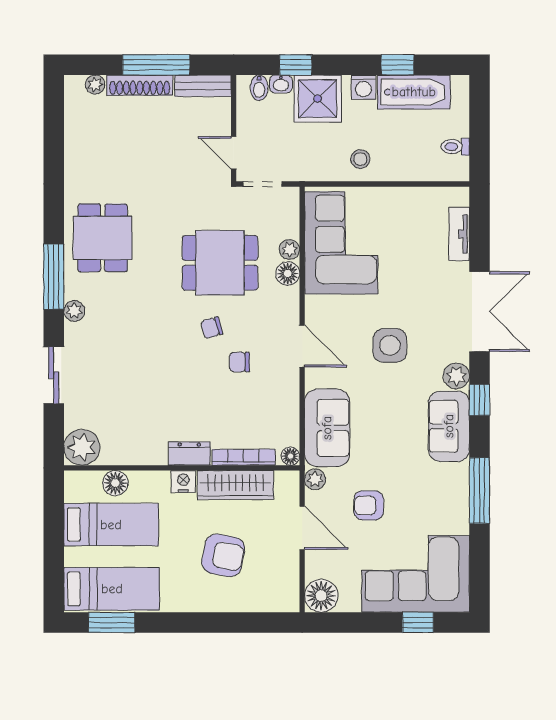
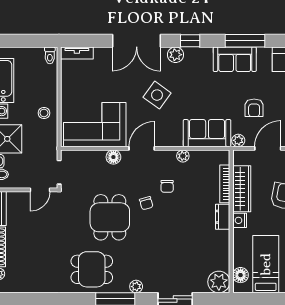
toilet: (455, 147) -> (50, 55), moved
tv unit: (459, 234) -> (77, 53), moved
plant: (289, 250) -> (183, 156), moved
dining table: (220, 263) -> (110, 217), moved
double door: (479, 312) -> (137, 41), swing flipped
side table: (390, 345) -> (157, 95), turned 36
door: (302, 346) -> (142, 148), moved
sofa: (449, 426) -> (235, 59), moved
floor lamp: (290, 456) -> (224, 155), removed
floor lamp: (115, 483) -> (241, 275), moved

